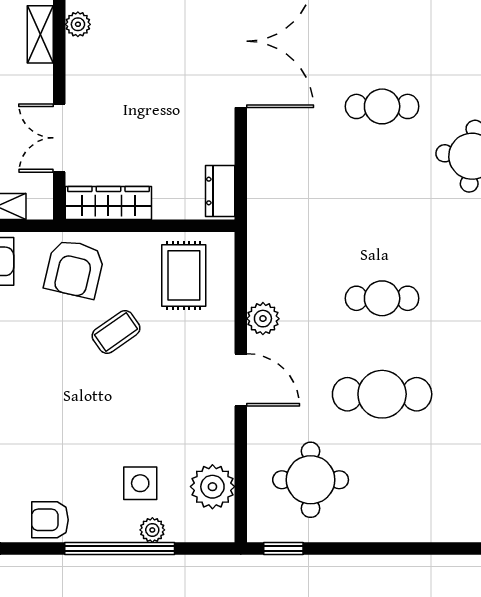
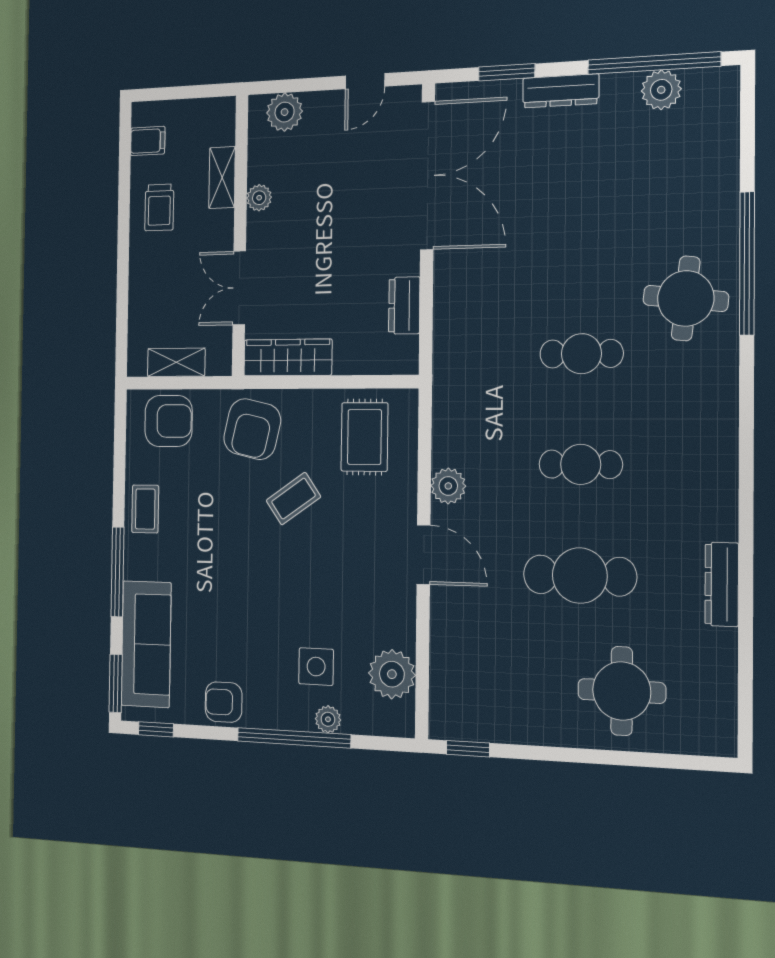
plant: (78, 24) -> (259, 198), moved
cafe table: (382, 106) -> (581, 354), moved
dresser: (220, 191) -> (404, 305), moved
round table: (311, 480) -> (622, 691), moved

